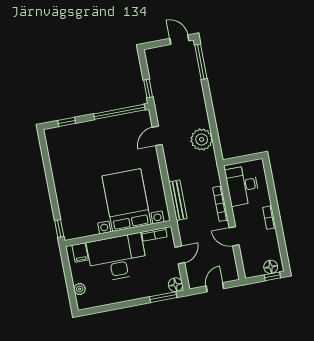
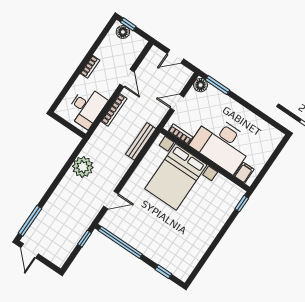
plant: (80, 289) -> (269, 148), removed

